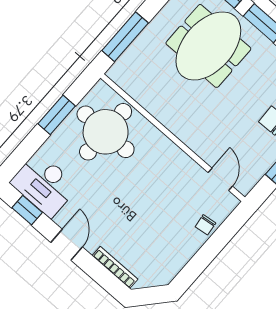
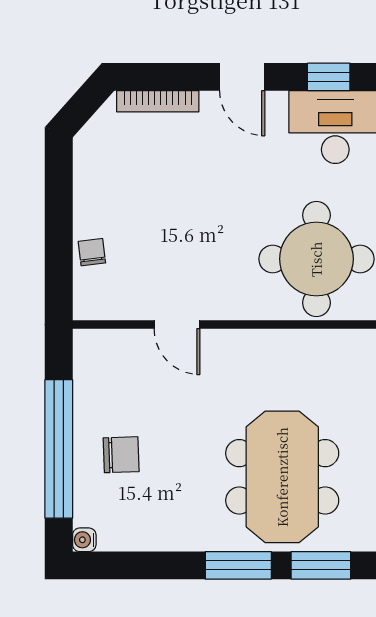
door: (220, 179) -> (177, 325), moved

